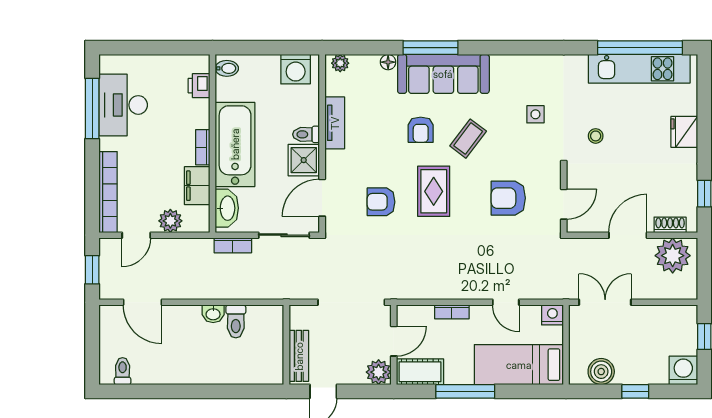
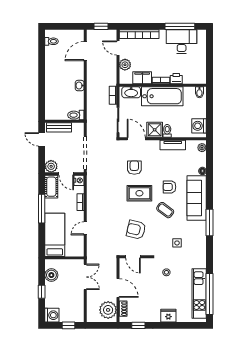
window: (430, 48) -> (210, 222), moved
printer: (199, 86) -> (176, 79), moved
armchair: (508, 198) -> (136, 230), turned -77
nightstand: (552, 315) -> (79, 180), moved
toilet: (236, 321) -> (76, 115), moved

